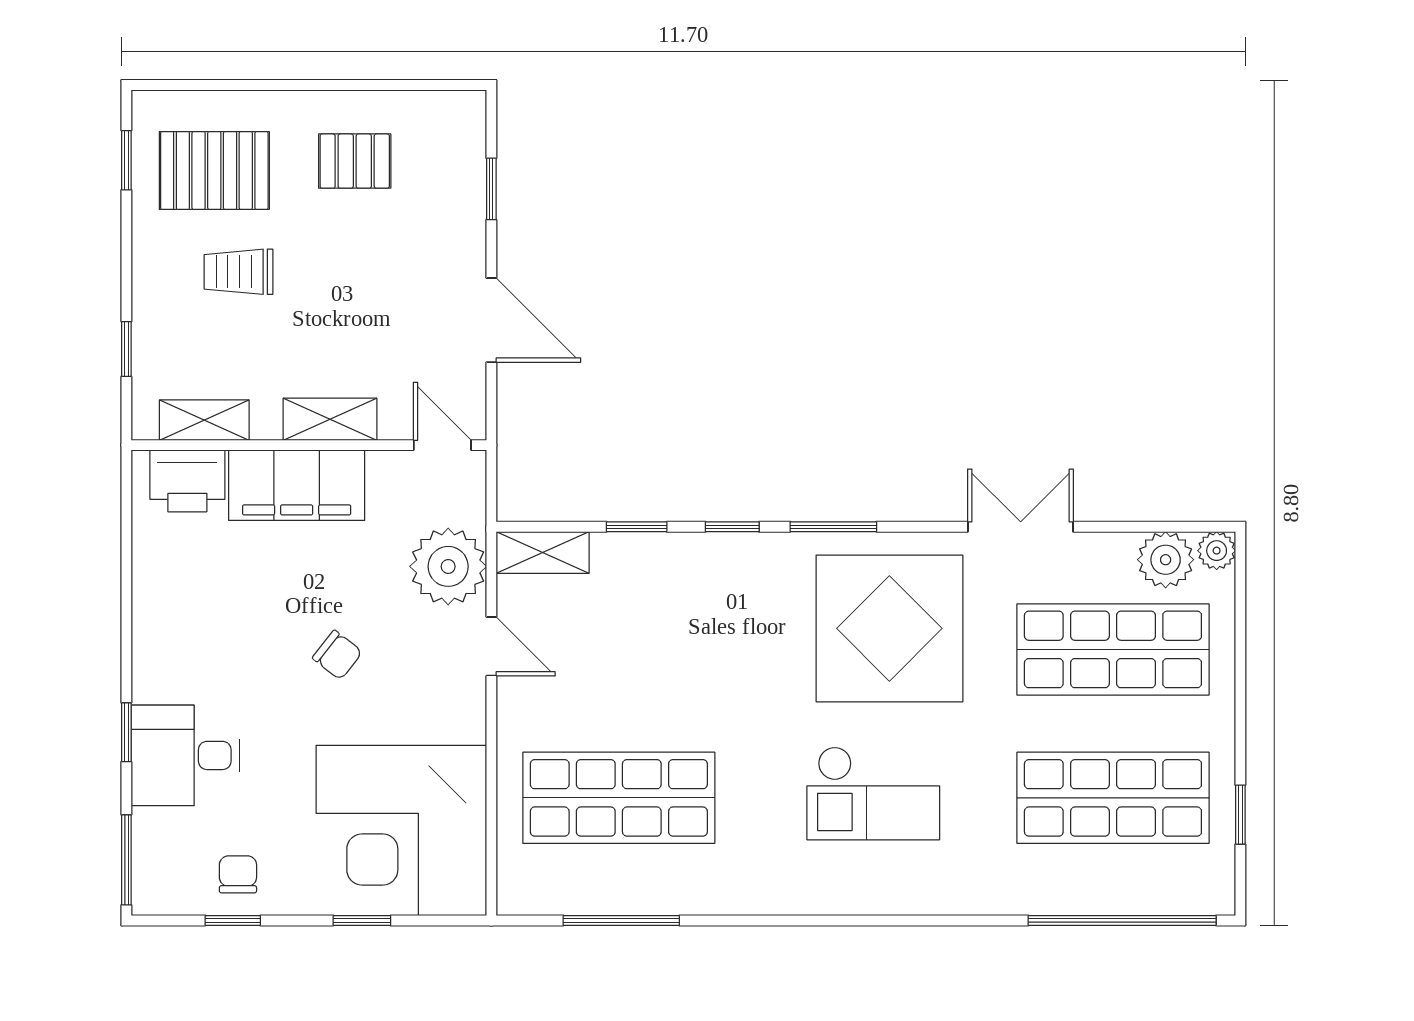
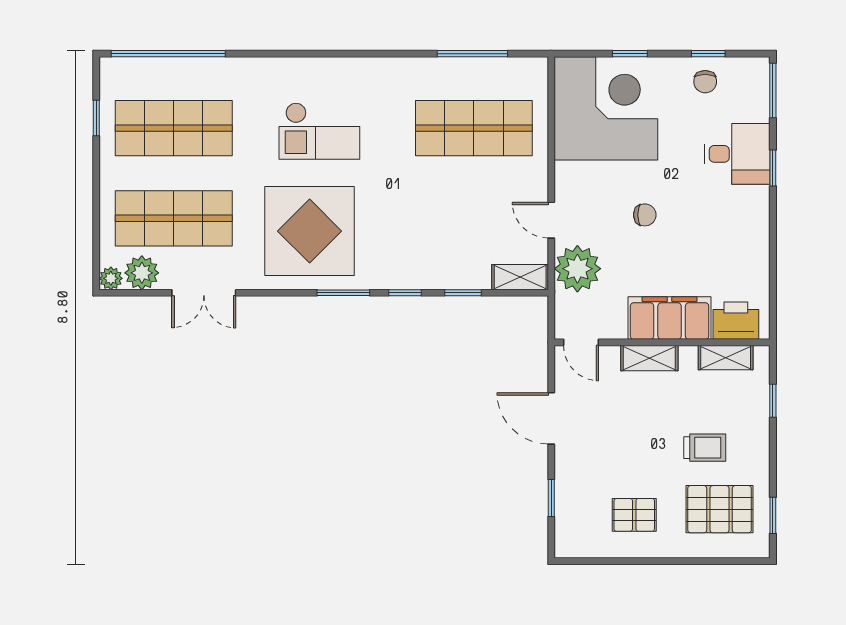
double door: (1021, 527) -> (204, 293), moved
chair: (337, 655) -> (645, 215), turned 142
checkout: (873, 793) -> (319, 131), turned 180

